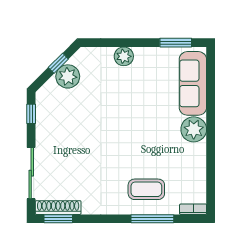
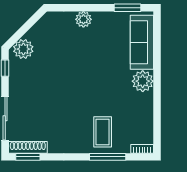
window: (58, 63) -> (28, 25), removed
plant: (68, 76) -> (23, 49), moved
coffee table: (146, 189) -> (103, 132), turned 90

